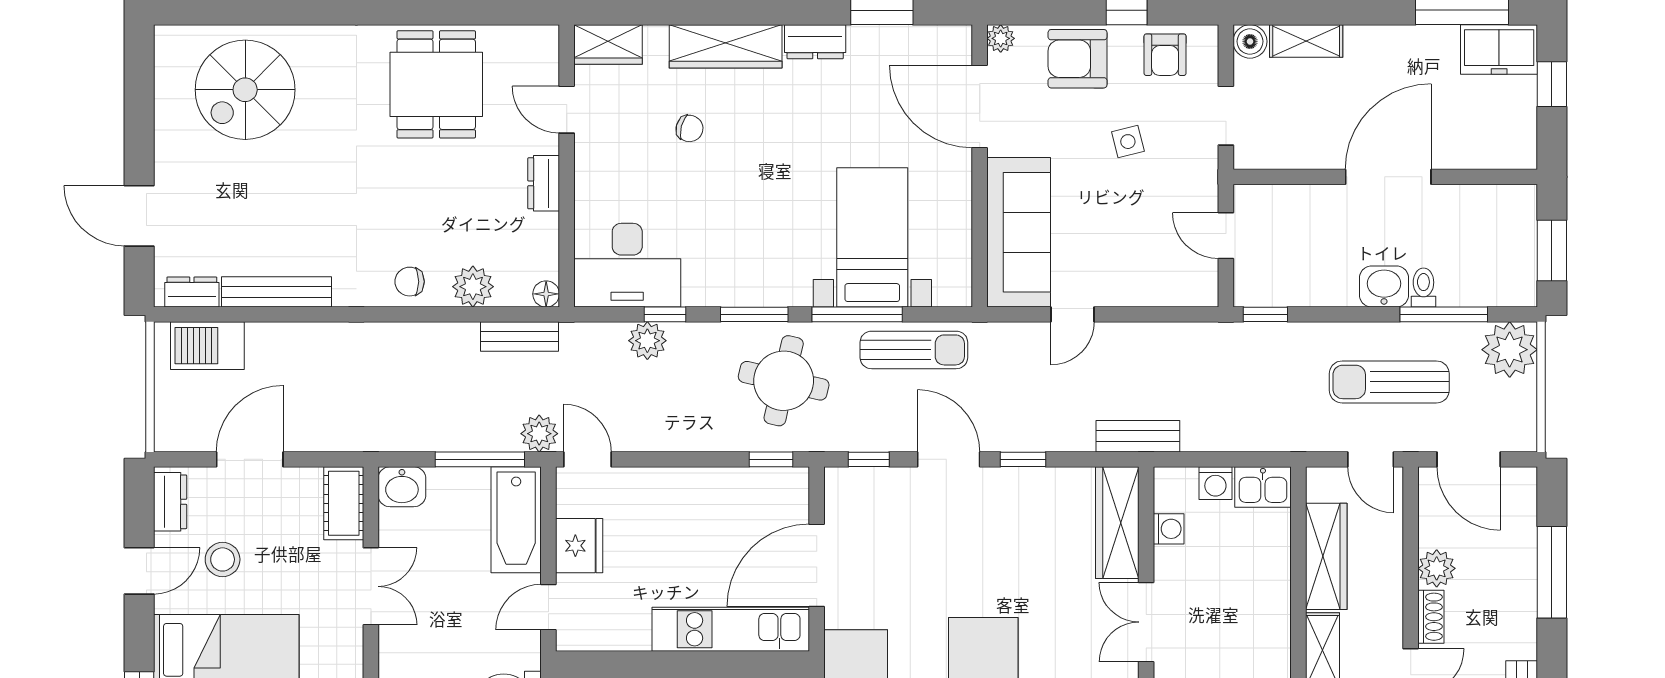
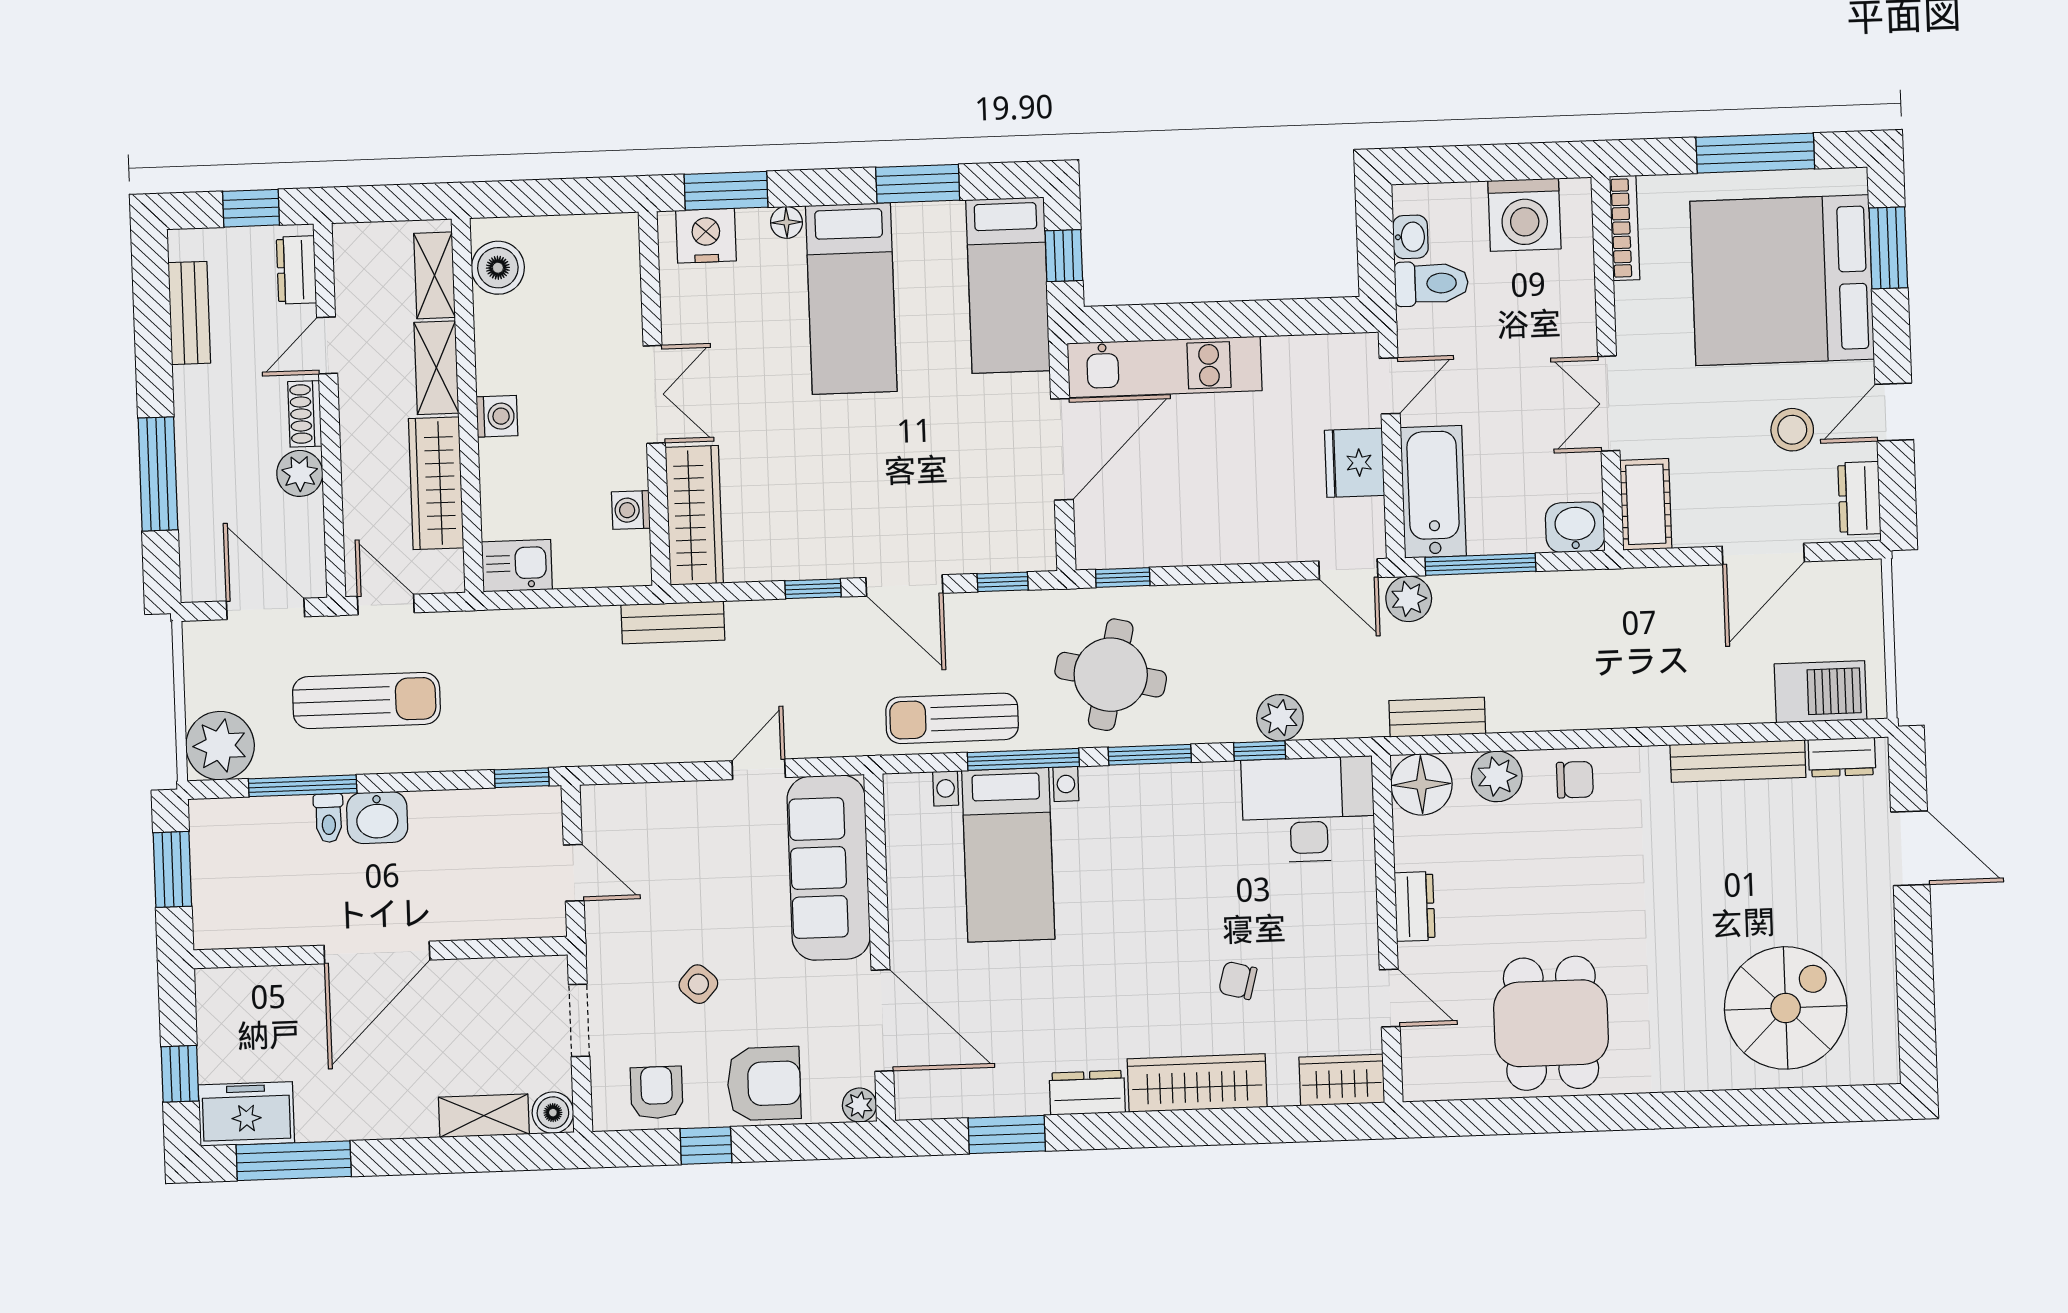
side table: (1128, 142) -> (698, 984), turned -34
floor lamp: (546, 294) -> (1421, 784), width x1.89, depth x1.89
washing machine: (1215, 483) -> (497, 416), moved, turned 90

